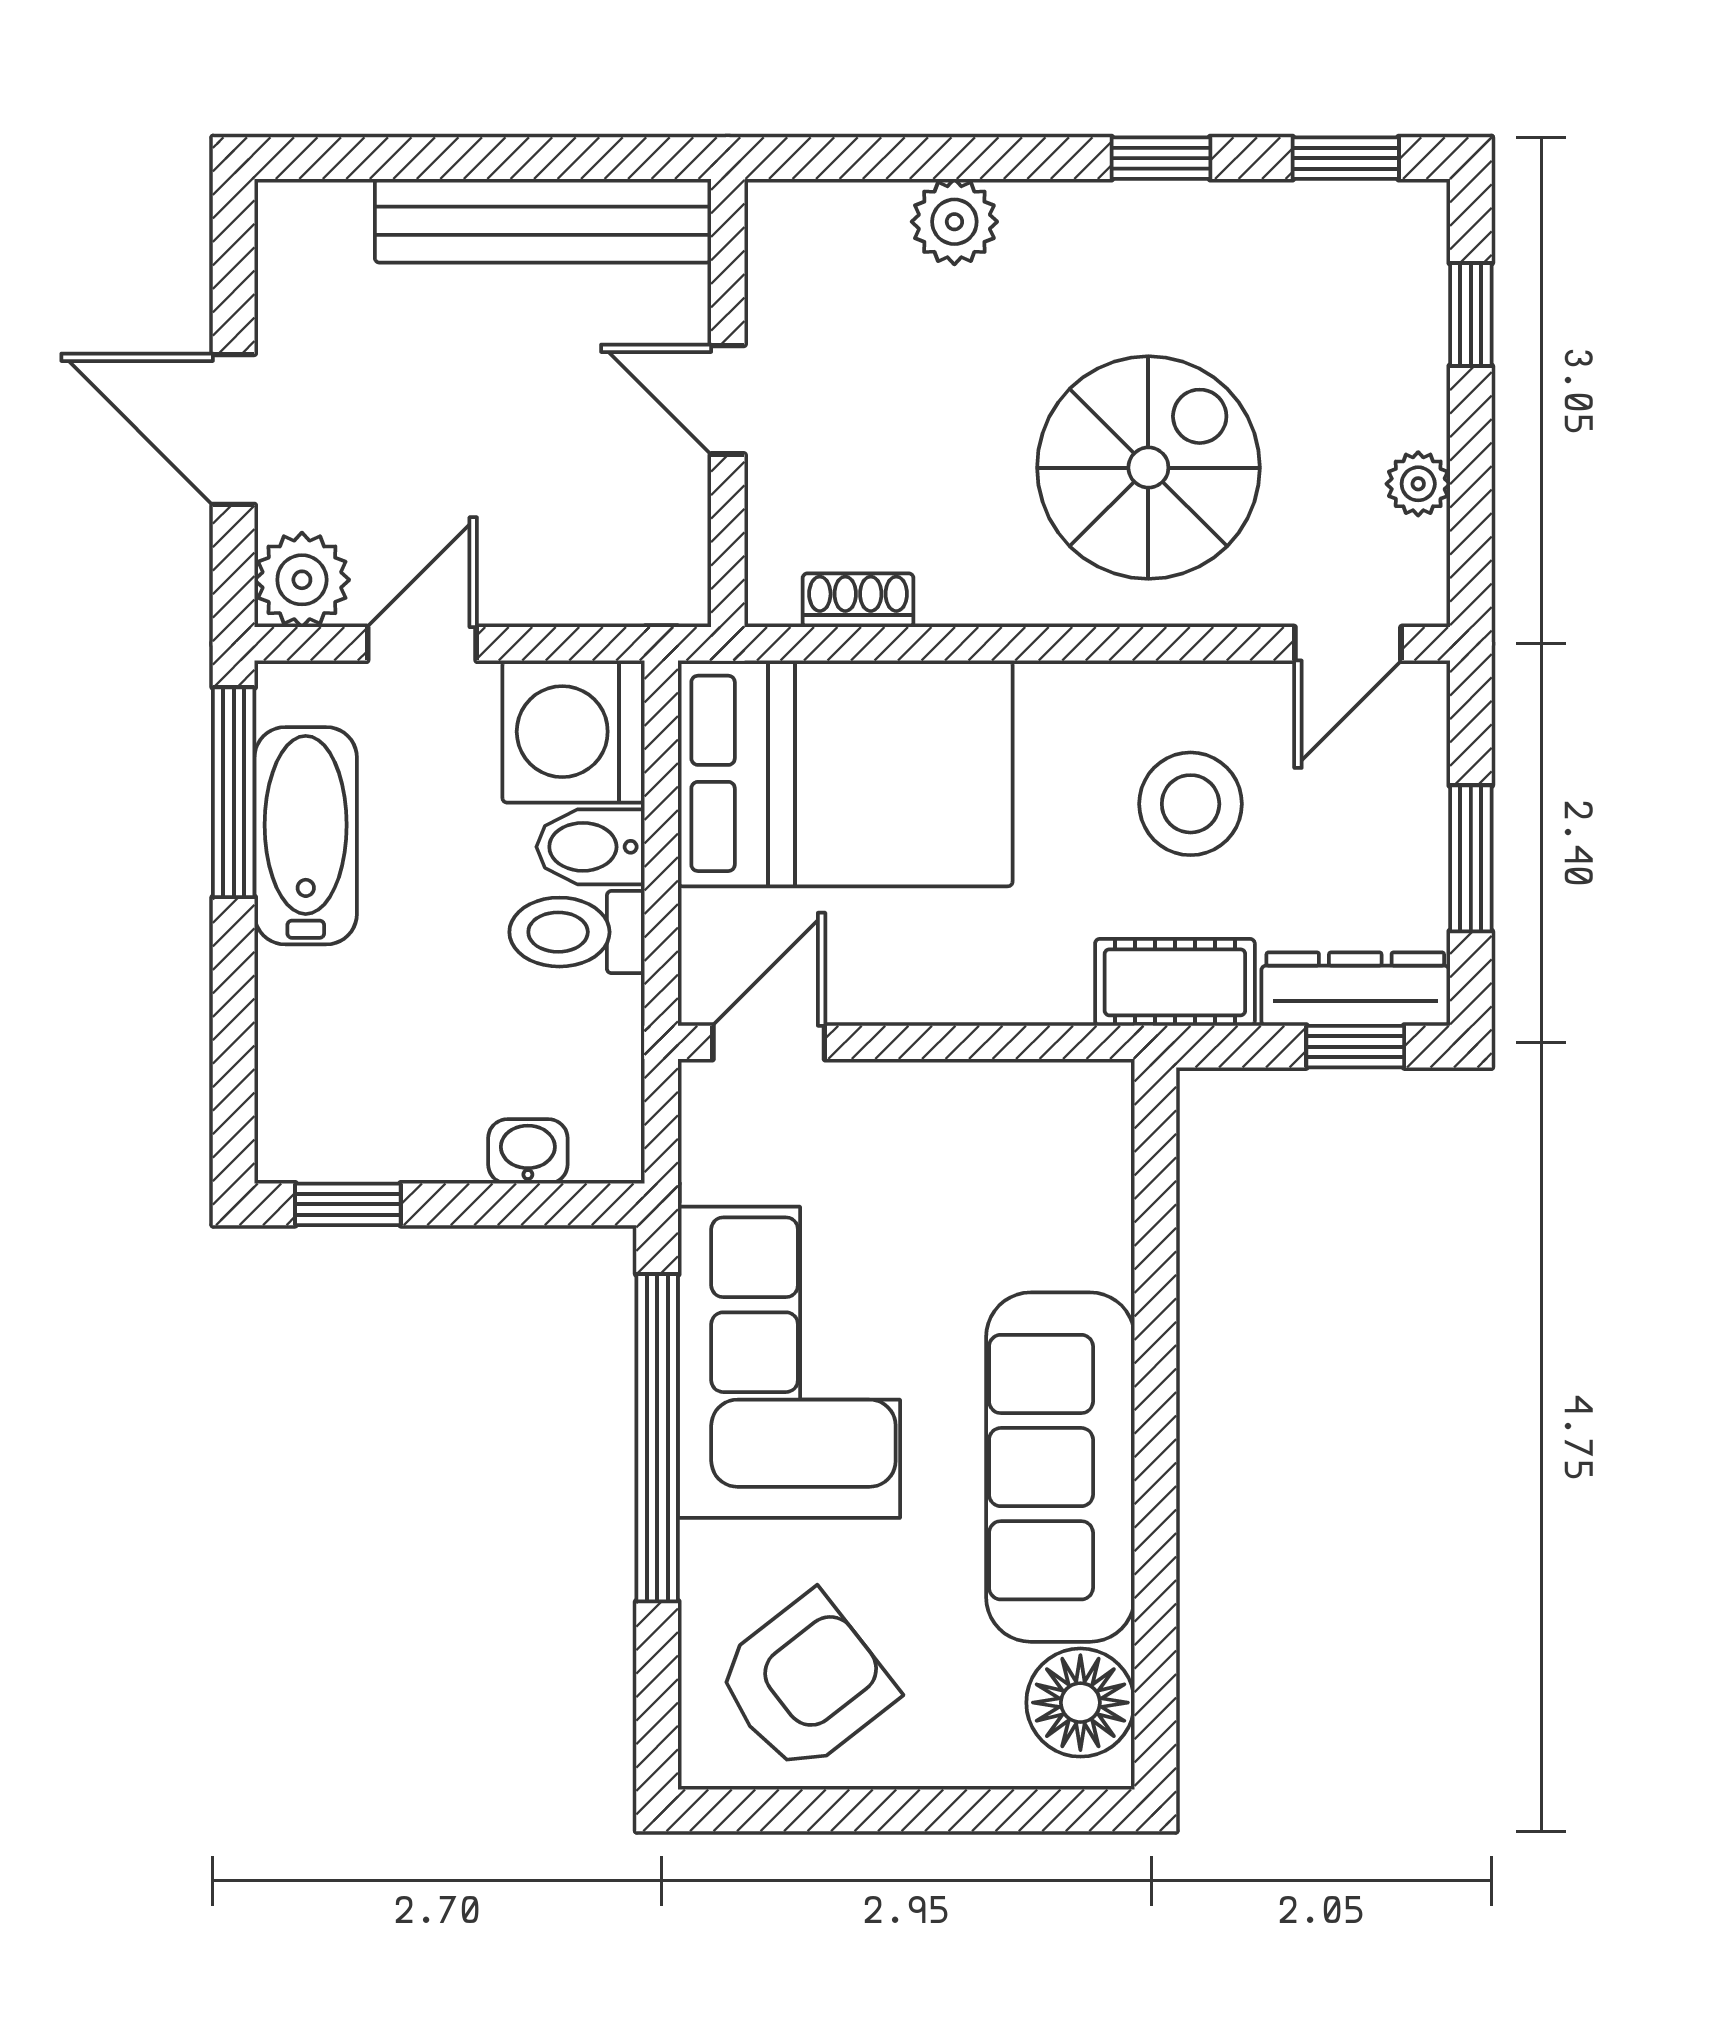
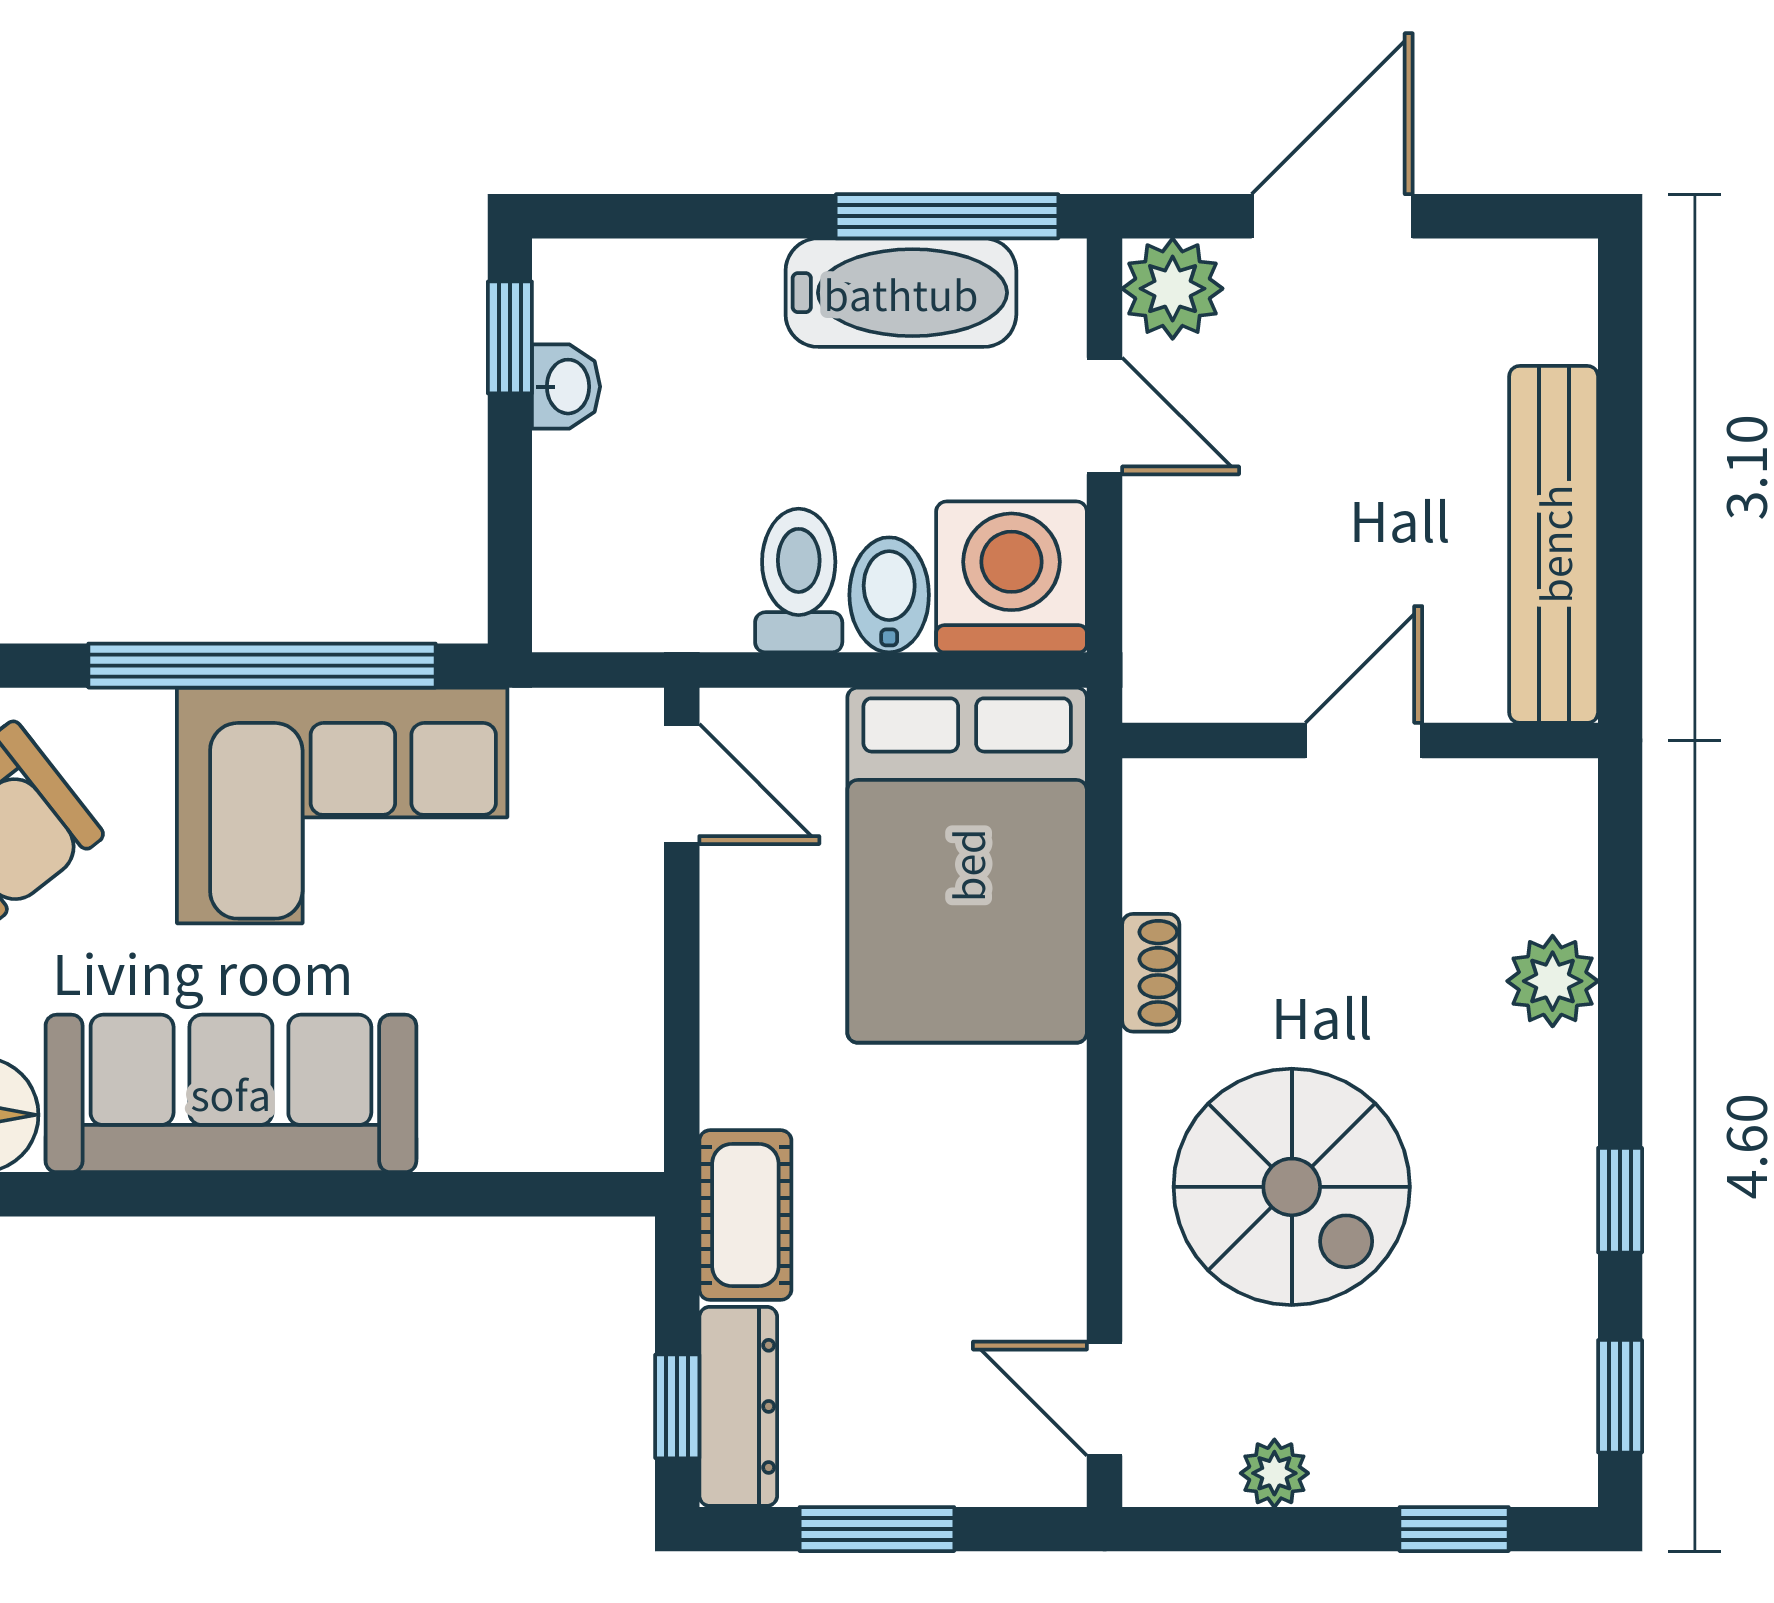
shoe rack: (858, 600) -> (1151, 973), moved
stool: (1191, 804) -> (935, 1232), removed
washbasin: (528, 1151) -> (566, 387), moved

